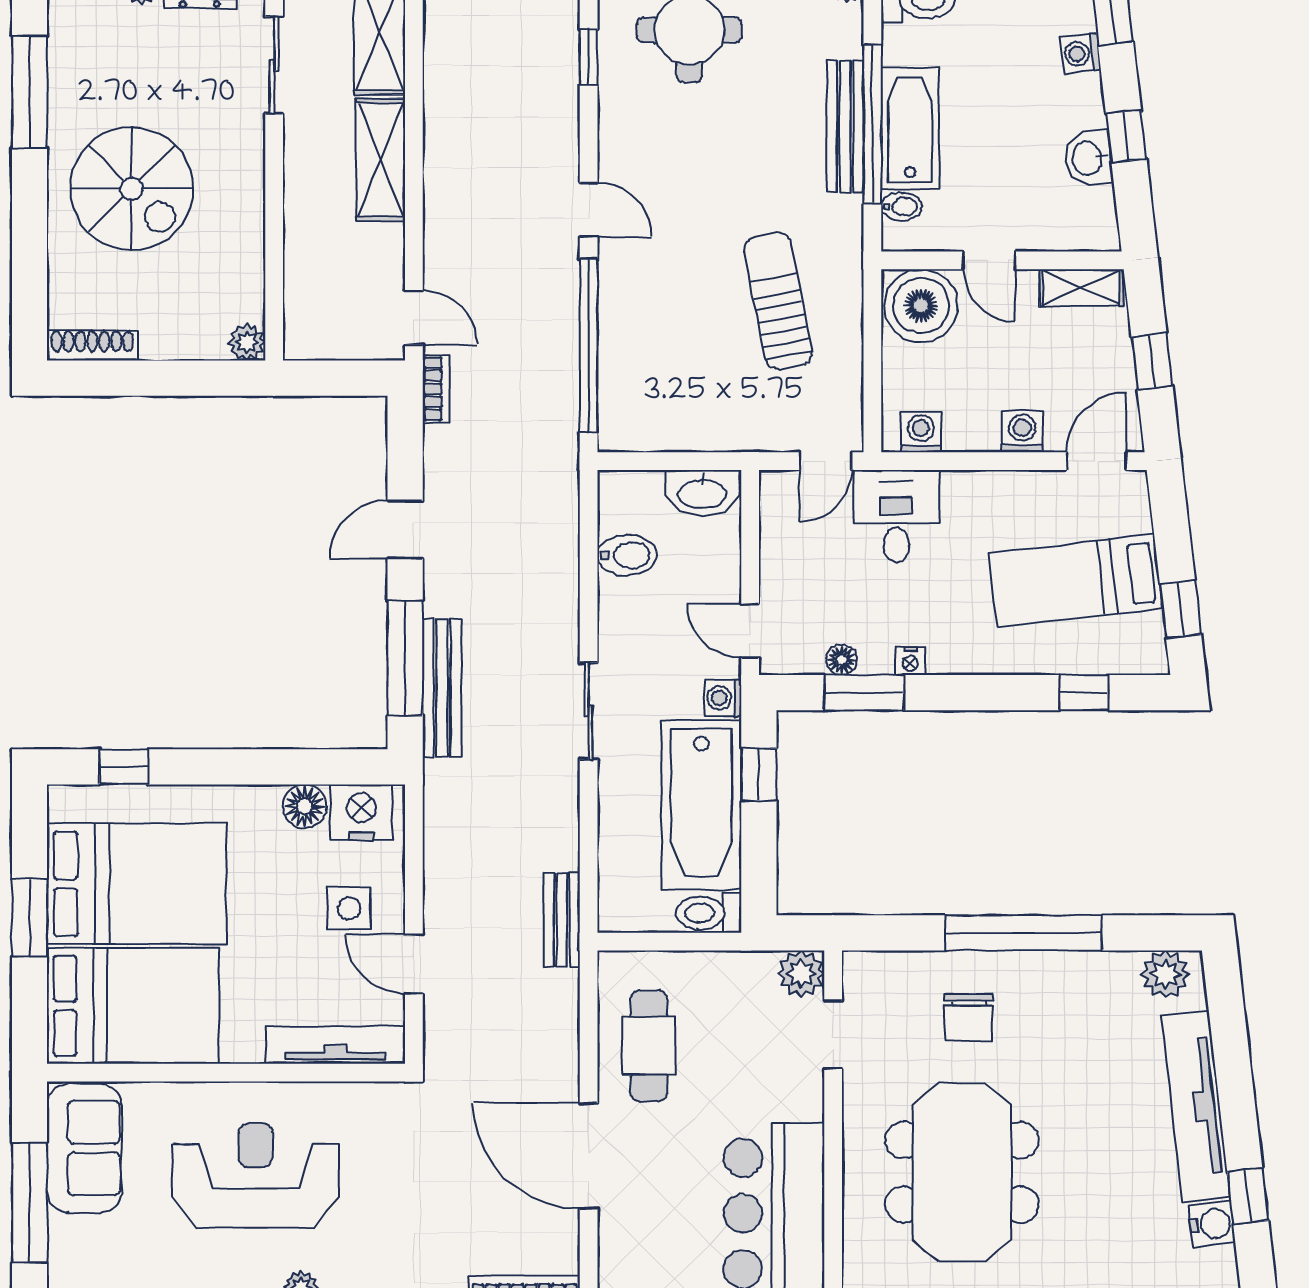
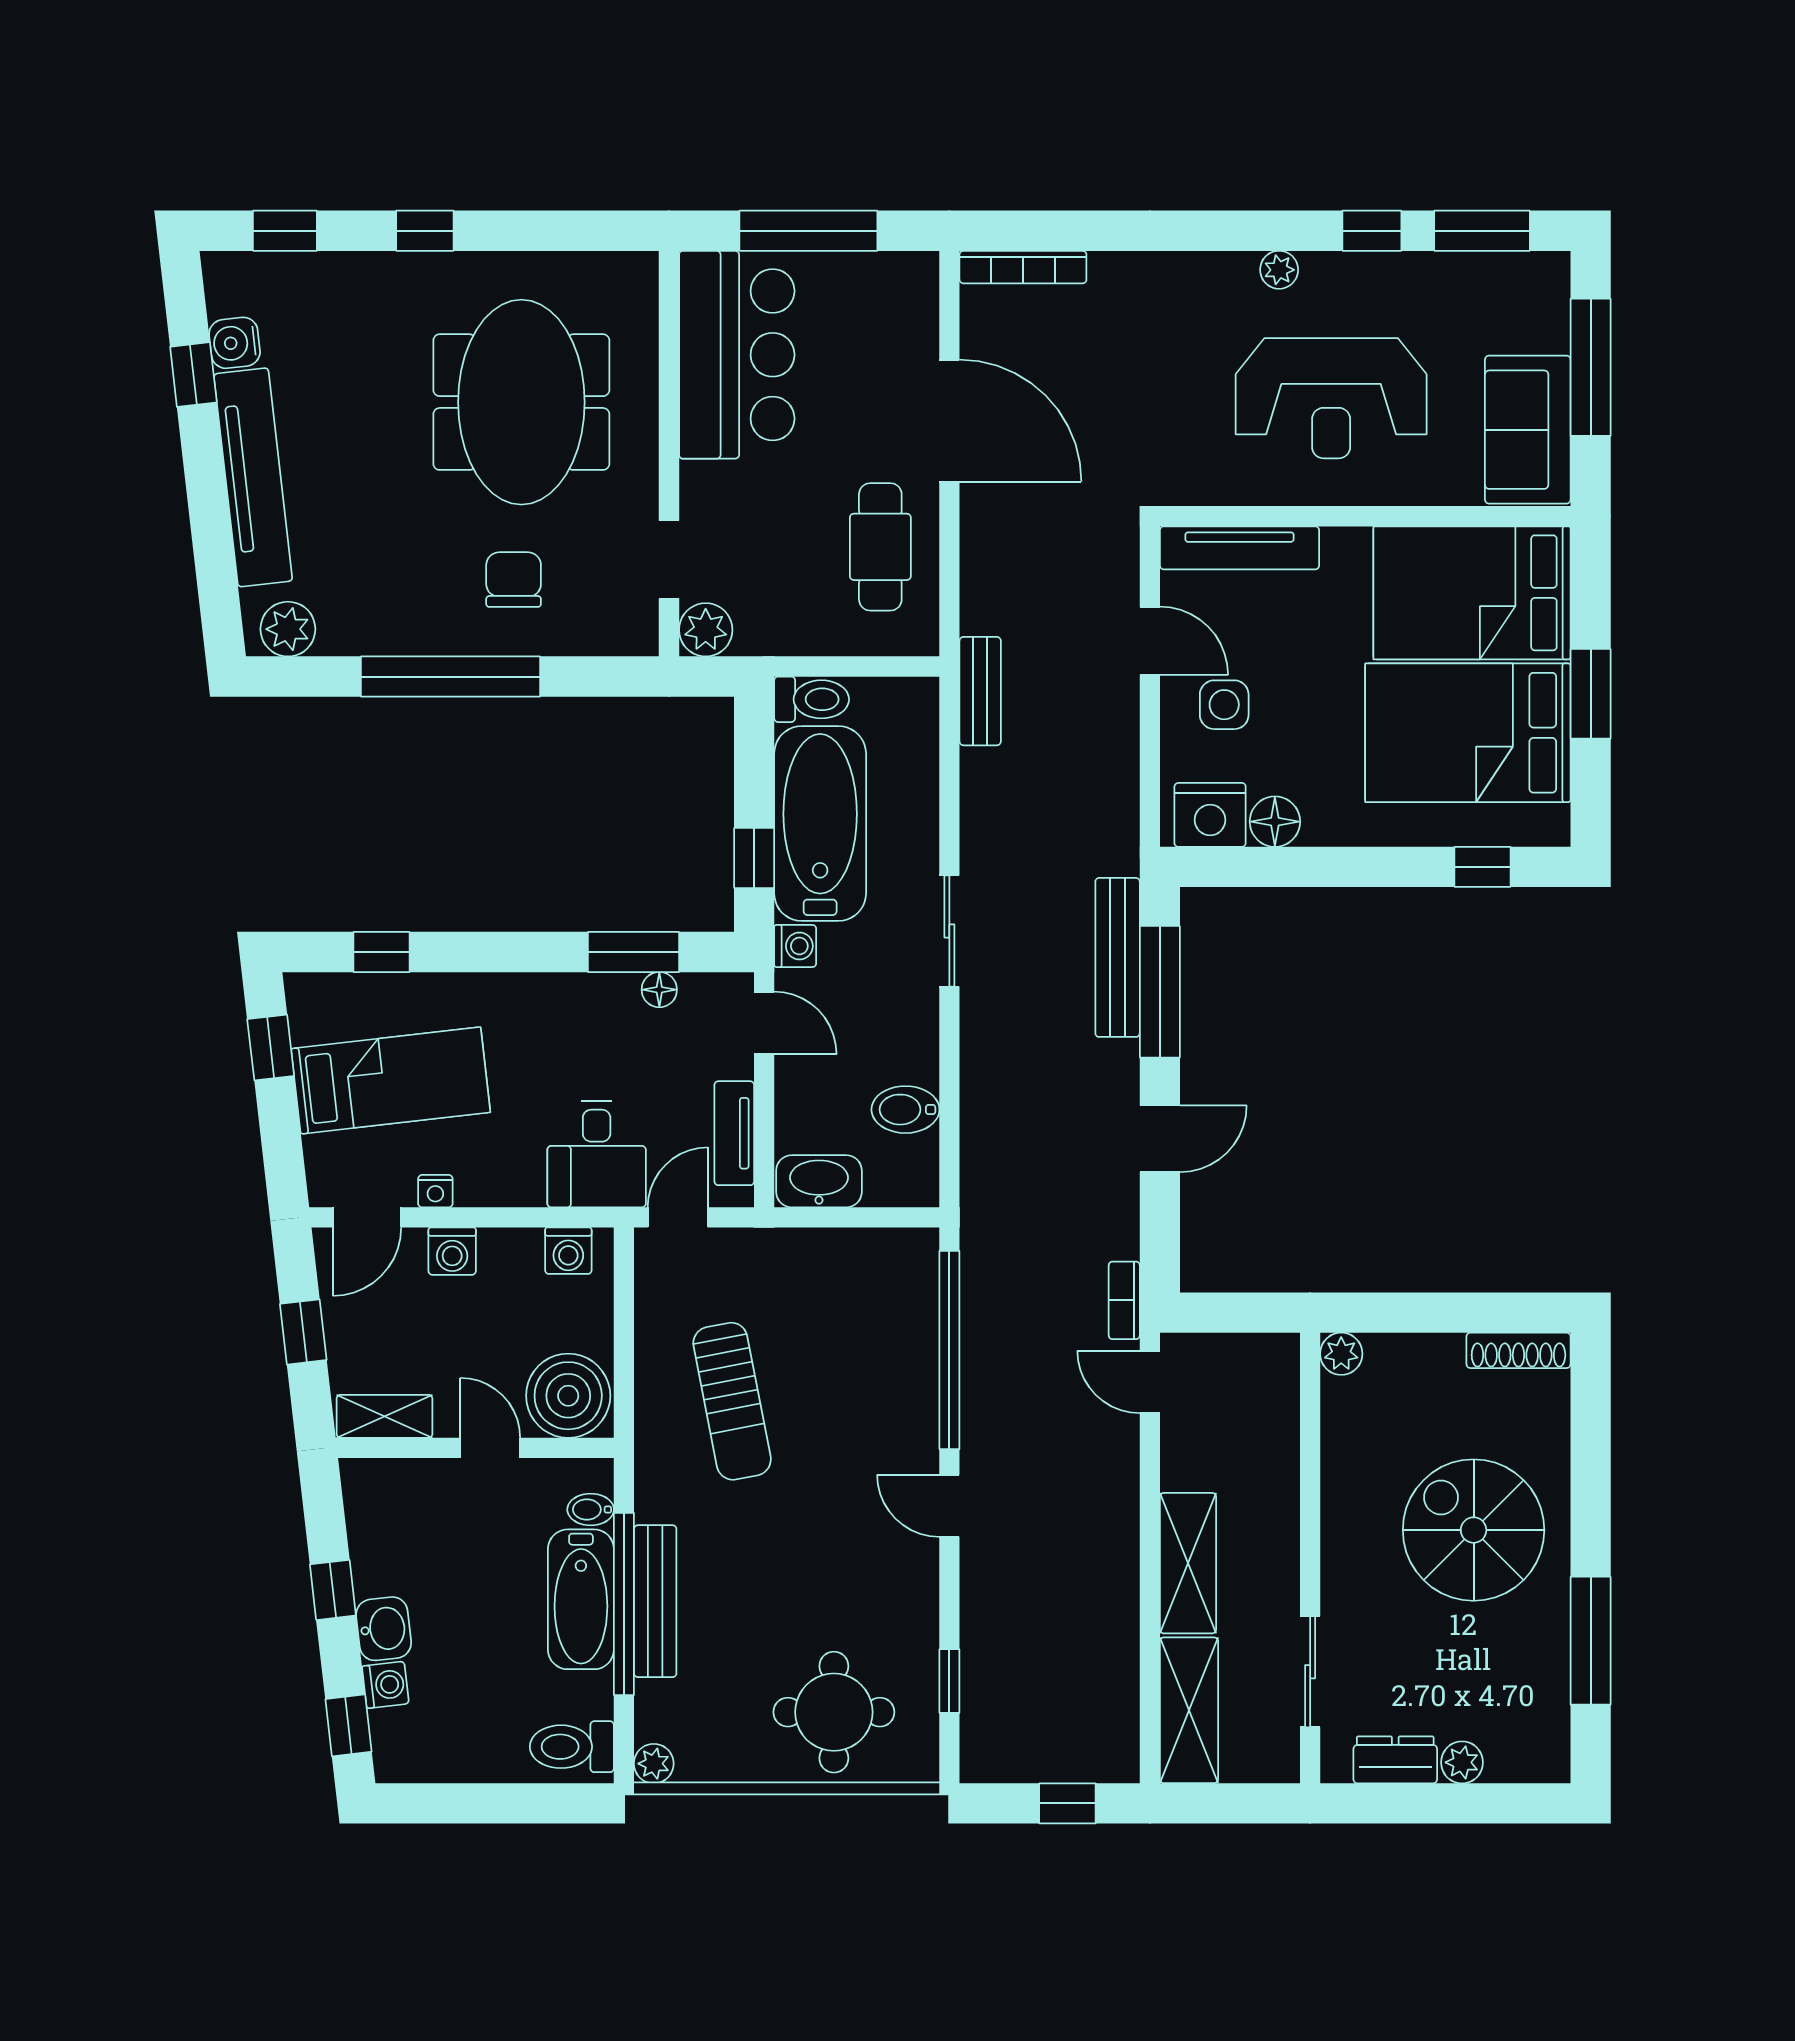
washbasin: (1088, 158) -> (384, 1629), moved
tv unit: (776, 535) -> (734, 1133), added
nightstand: (910, 661) -> (435, 1191), moved, turned 180

